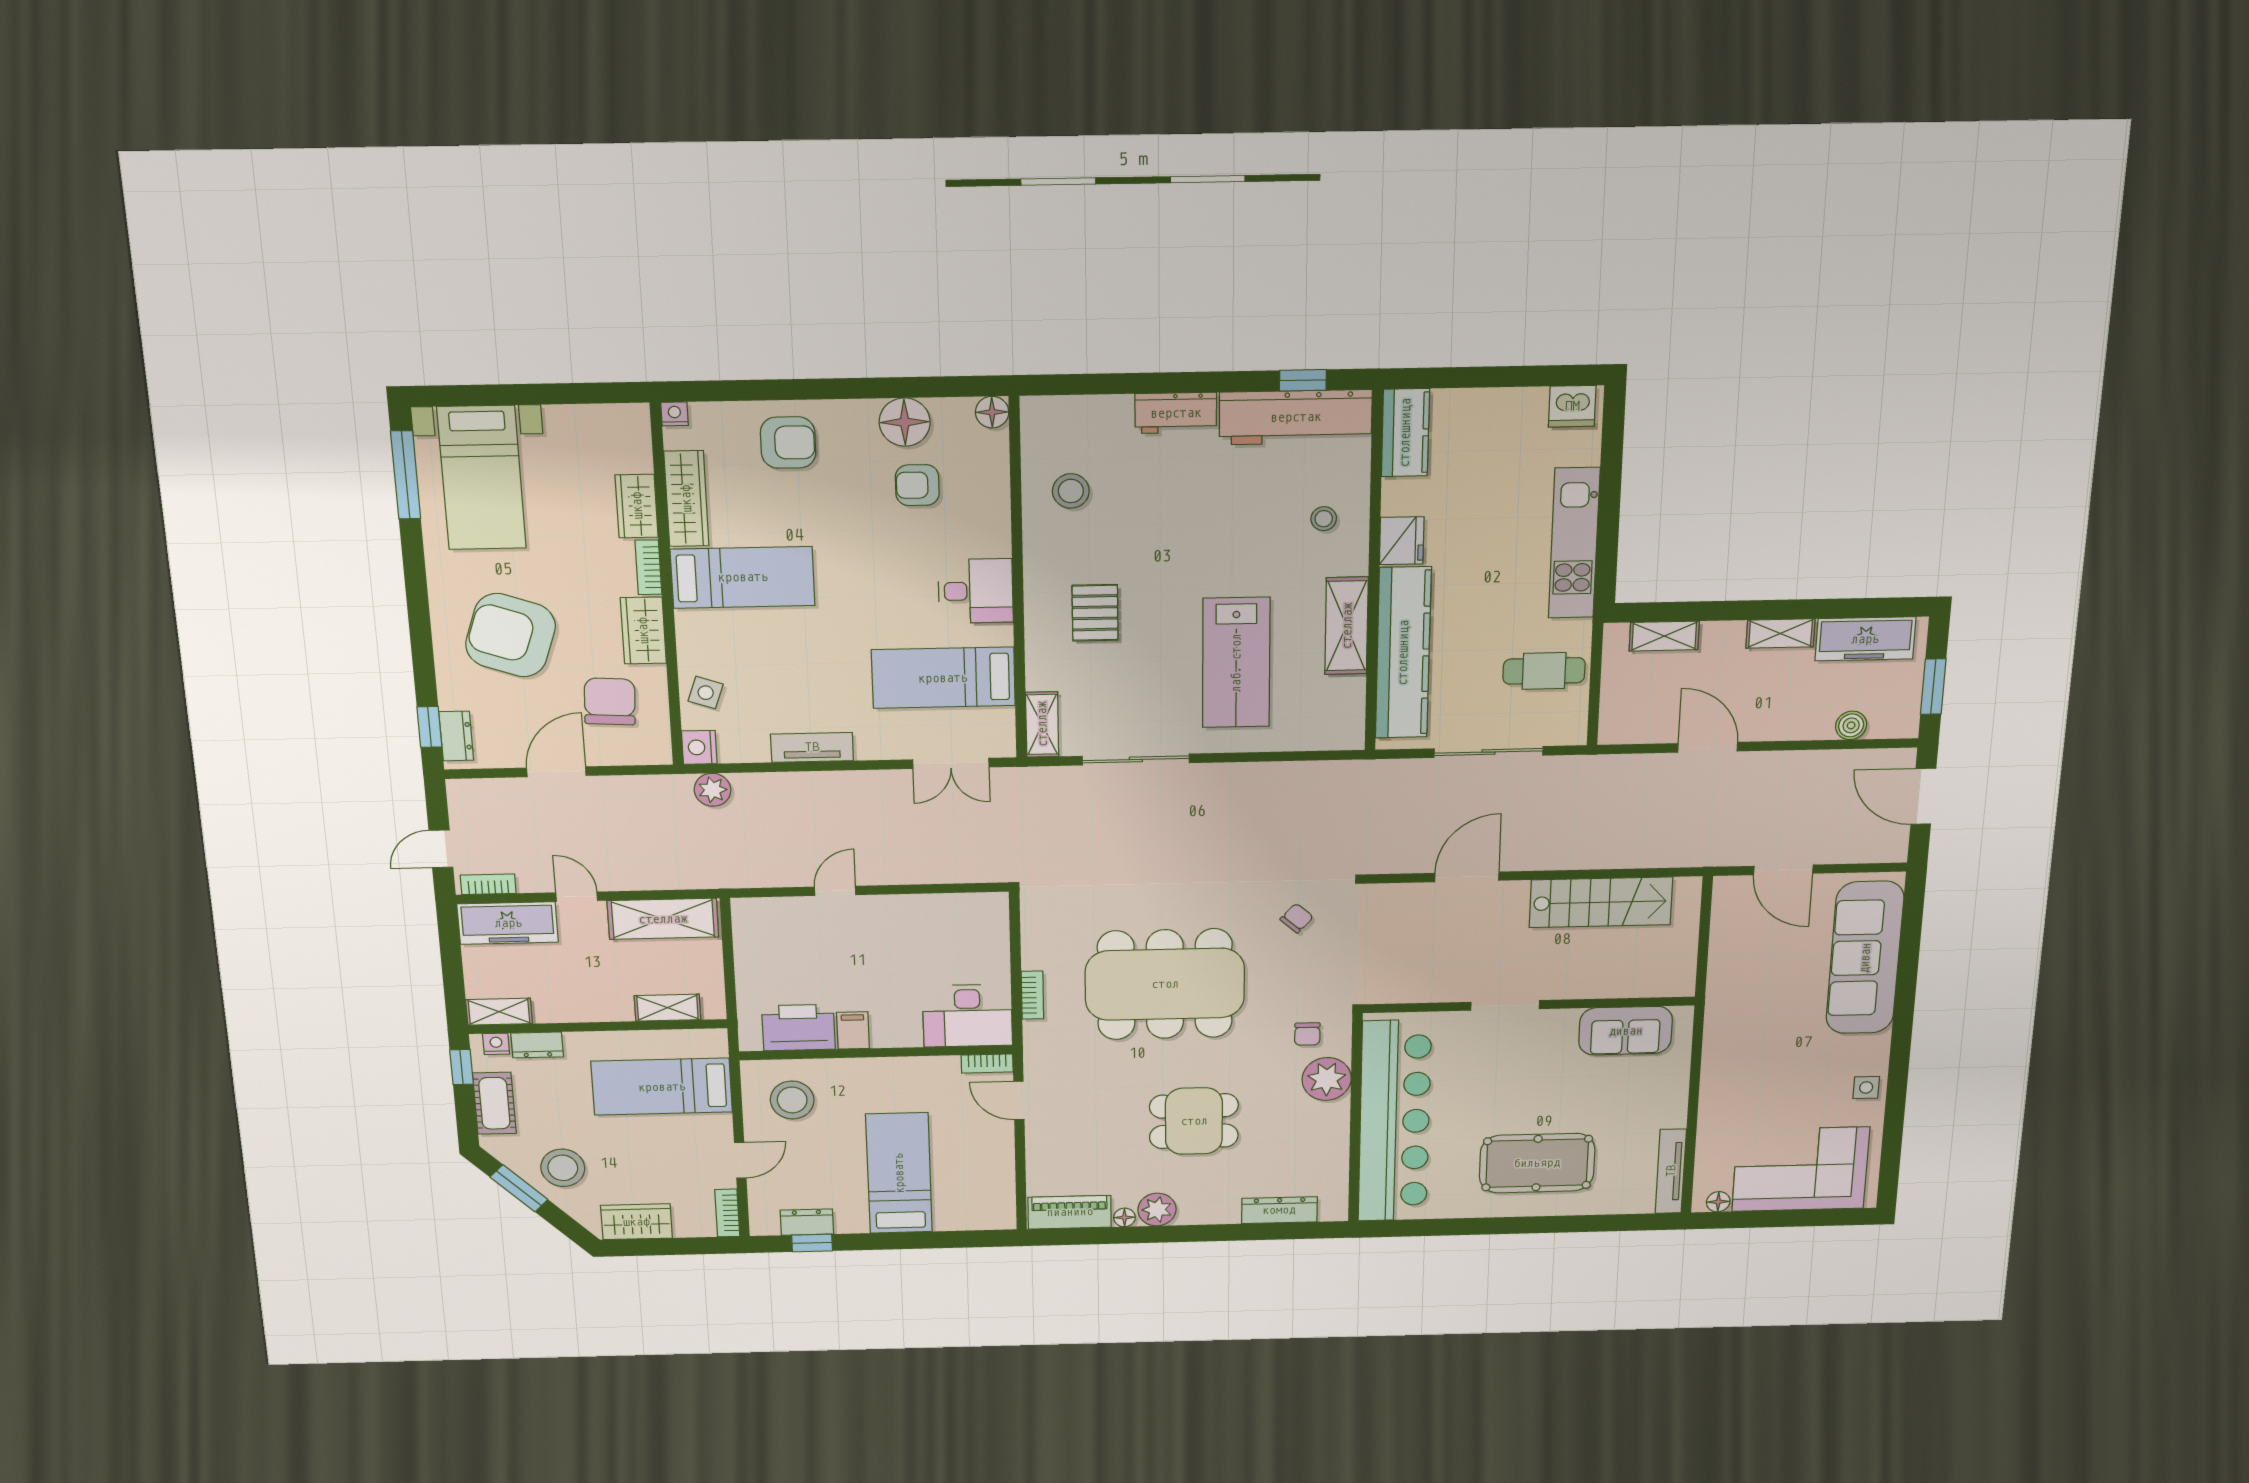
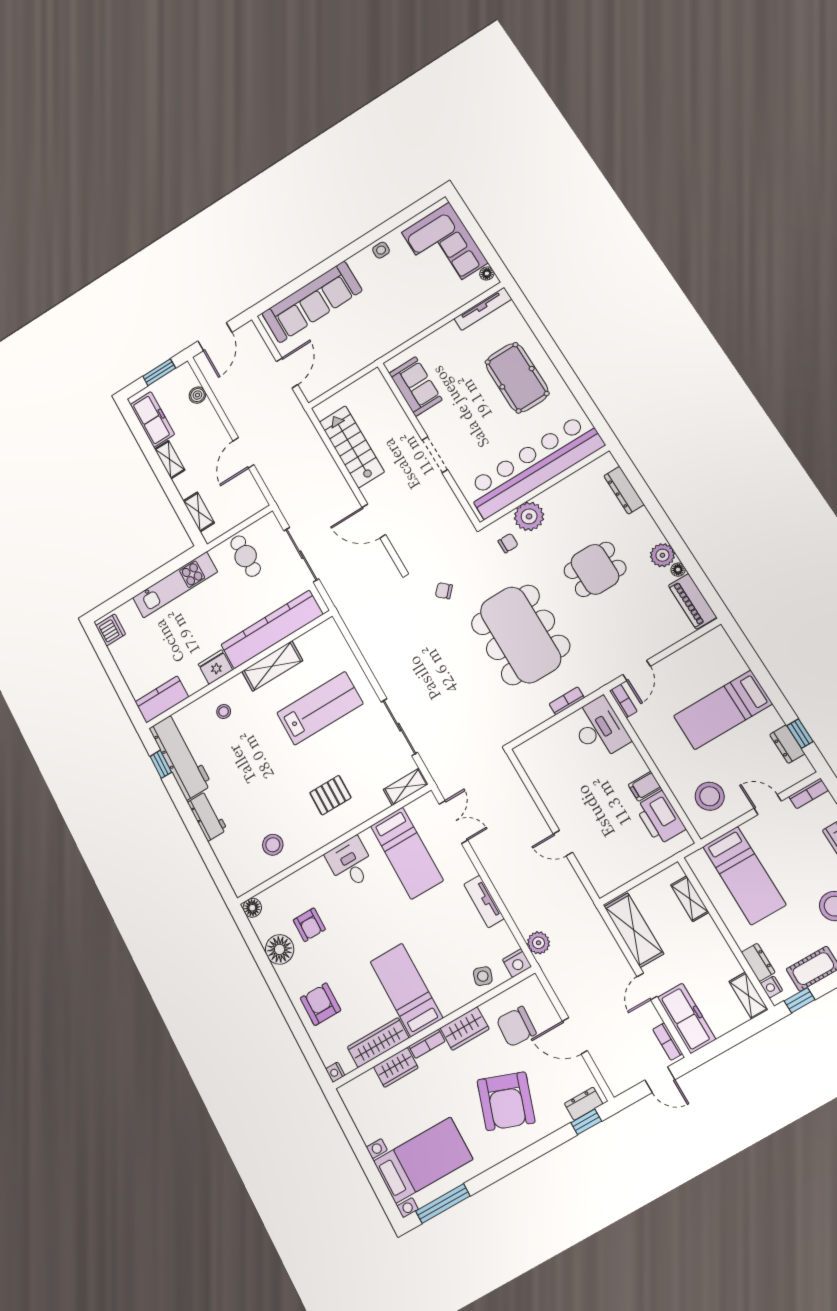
dining table: (1194, 1121) -> (595, 569), turned 90

